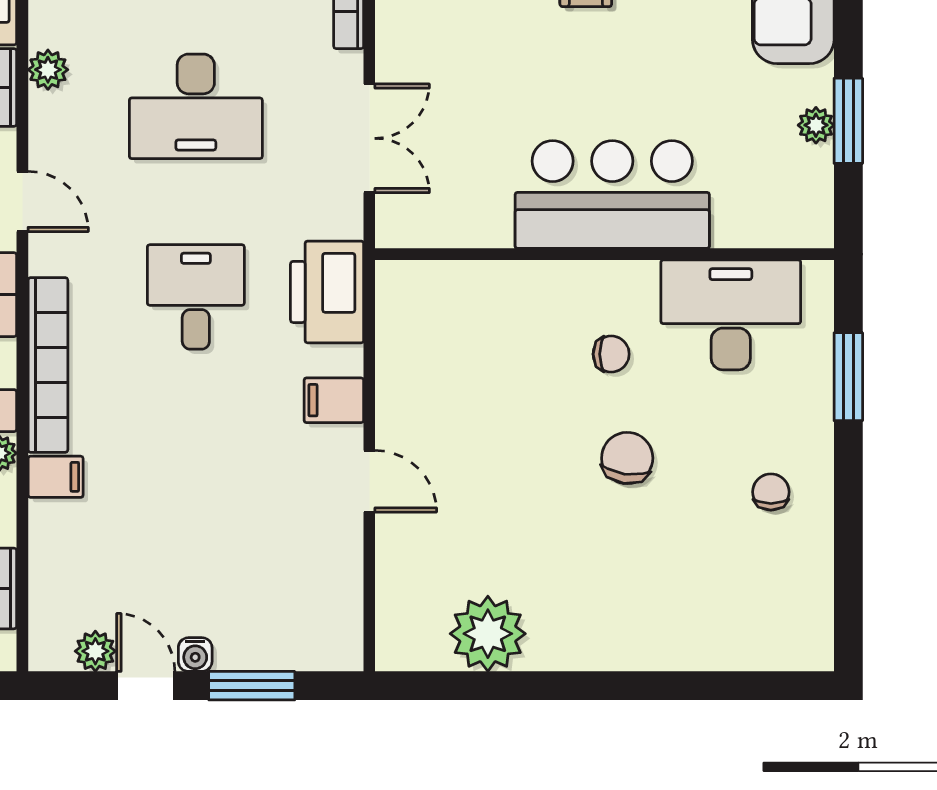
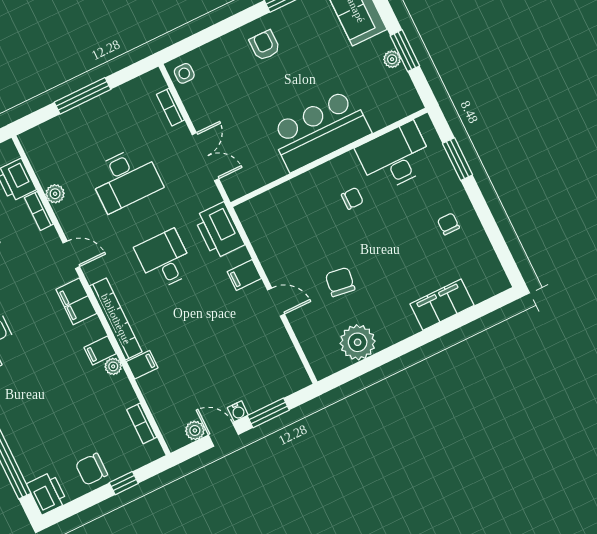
chair: (627, 458) -> (340, 282), moved
filing cabinet: (684, 640) -> (442, 305), added

